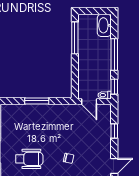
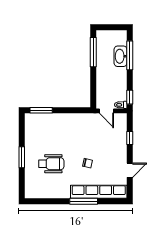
washbasin: (104, 25) -> (121, 56), moved
window: (114, 55) -> (130, 55), moved
window: (37, 101) -> (41, 110), moved

